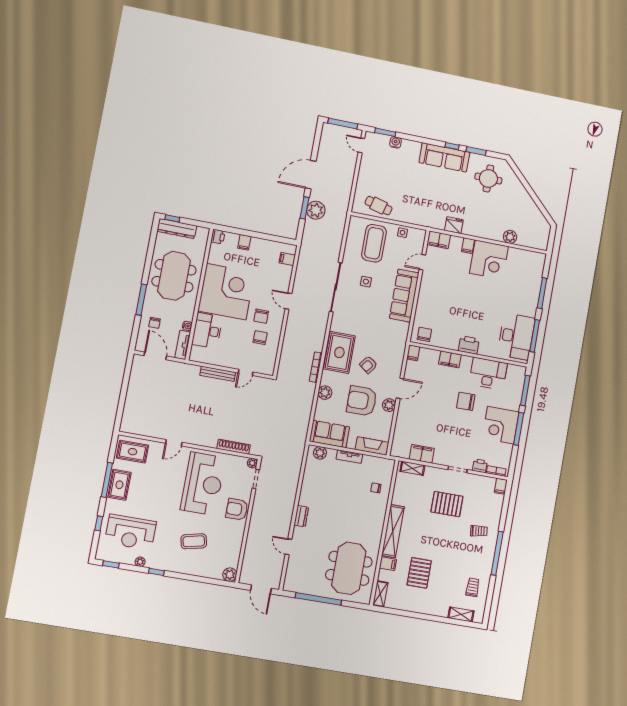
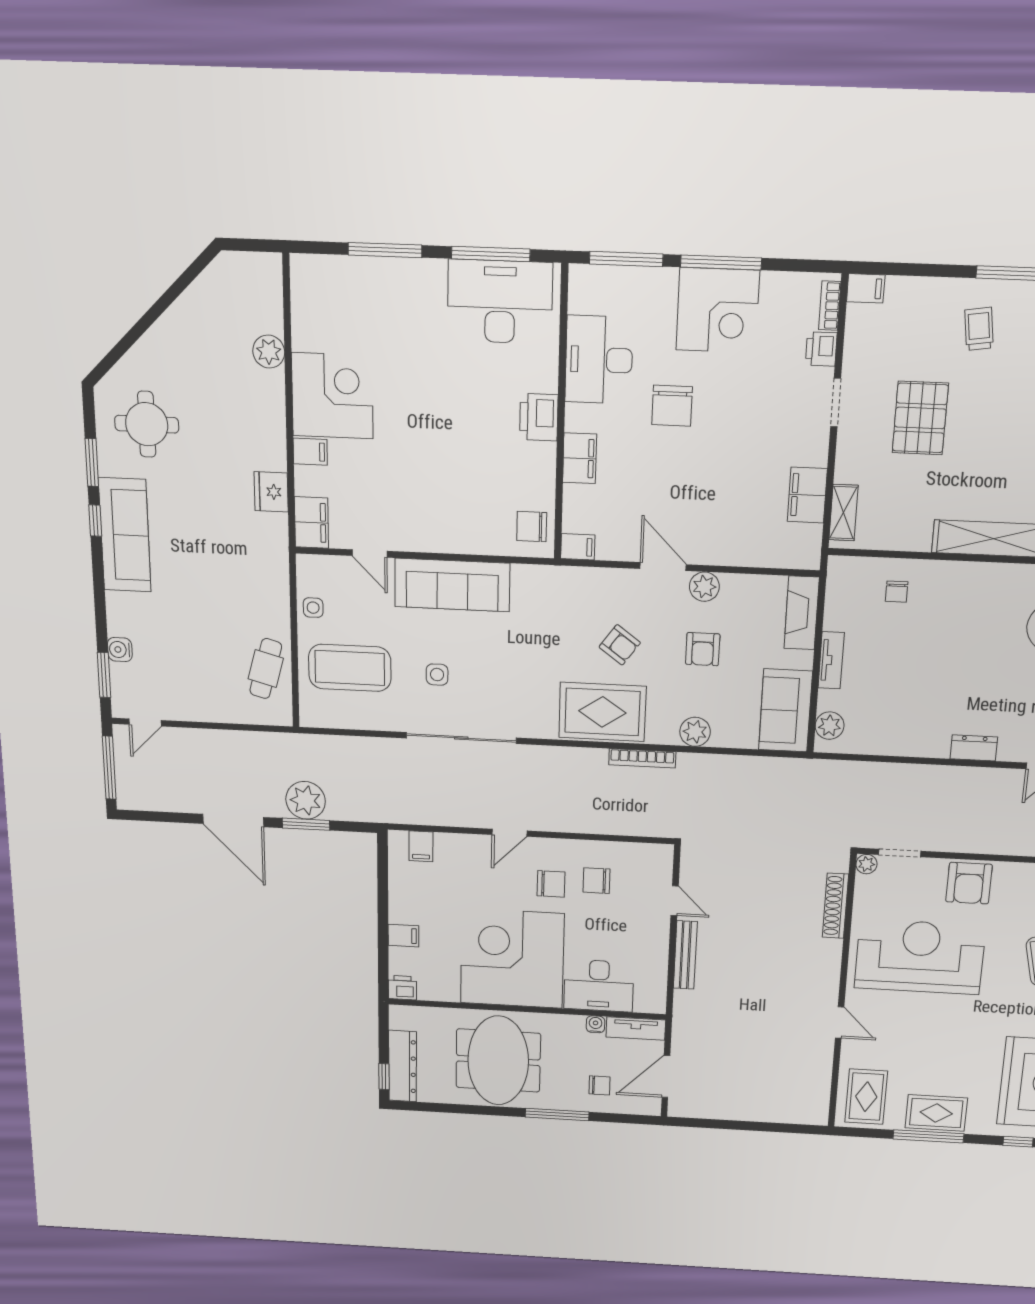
meeting table: (174, 276) -> (498, 1060), turned 90
armchair: (362, 401) -> (703, 649), width x0.53, depth x0.53

